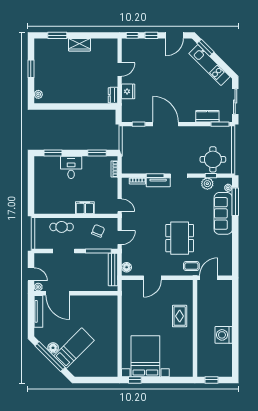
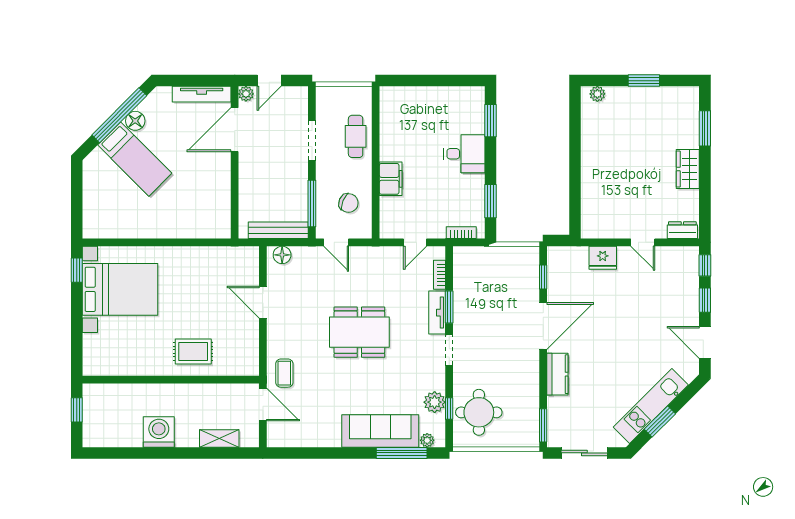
window: (206, 48) -> (660, 422), moved
dresser: (113, 95) -> (682, 230), moved
kitchen counter: (207, 116) -> (557, 374), moved
door: (120, 205) -> (415, 242), moved
dining table: (180, 238) -> (359, 332), moved
shelving: (227, 302) -> (219, 438), added

